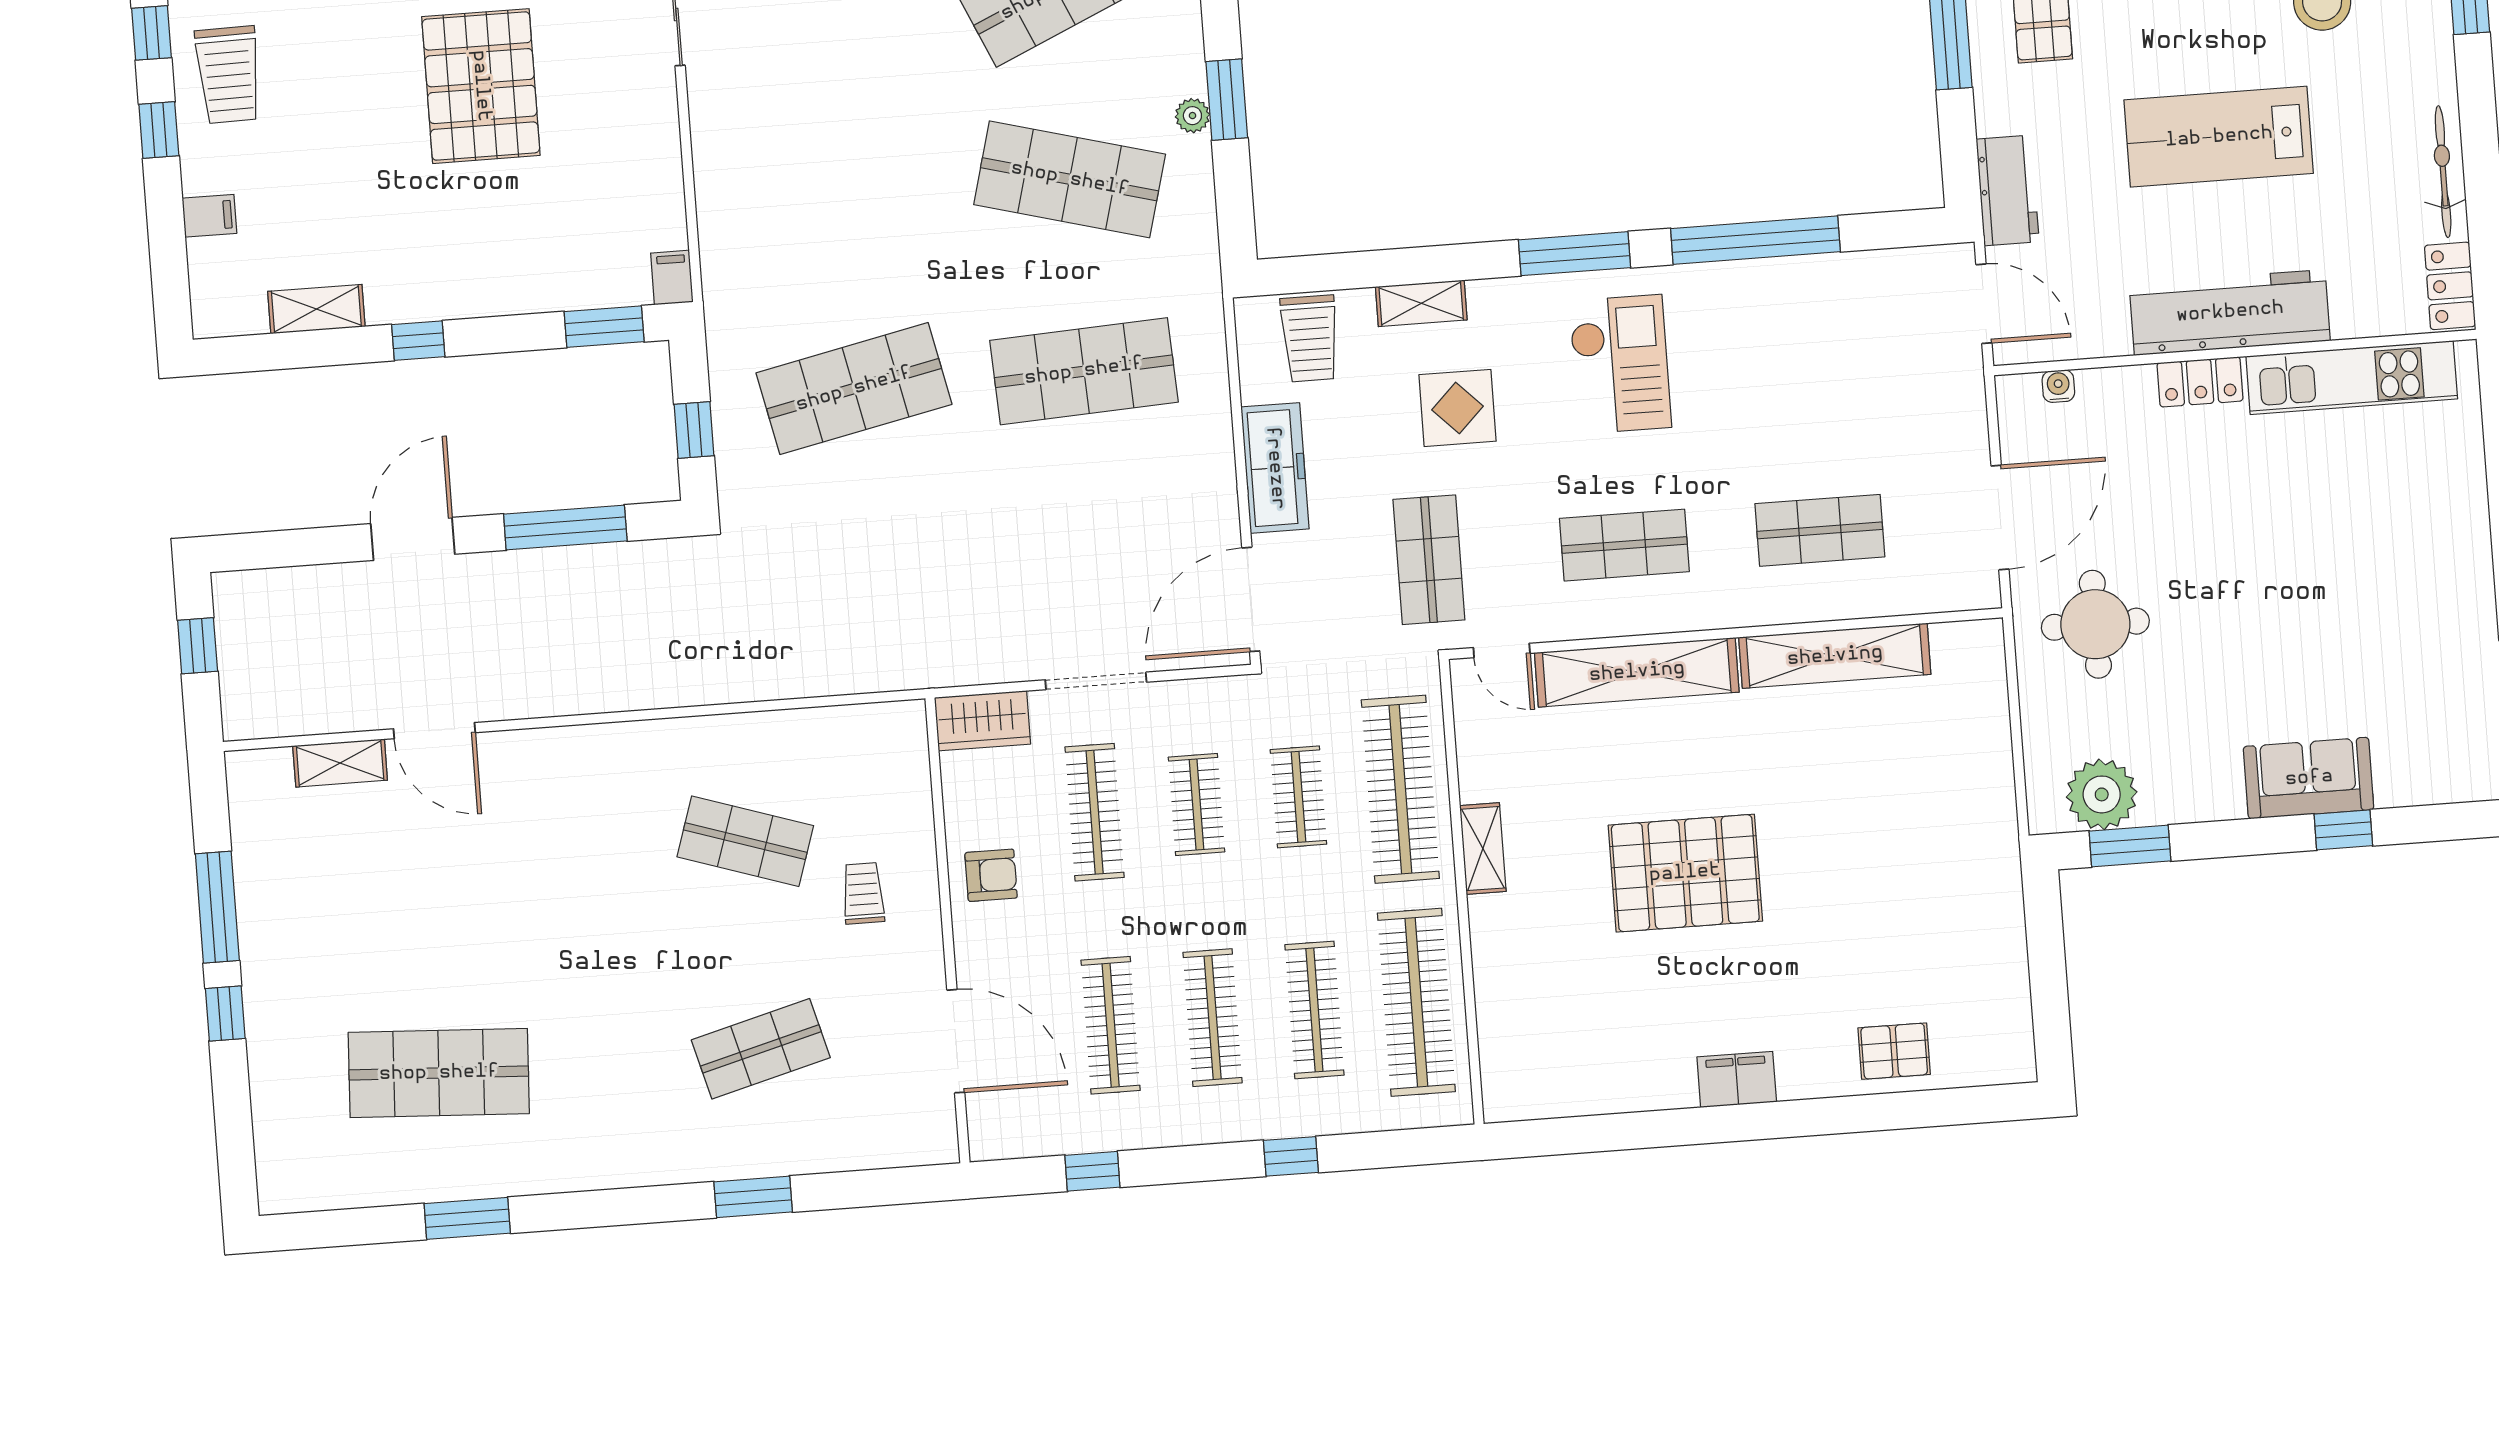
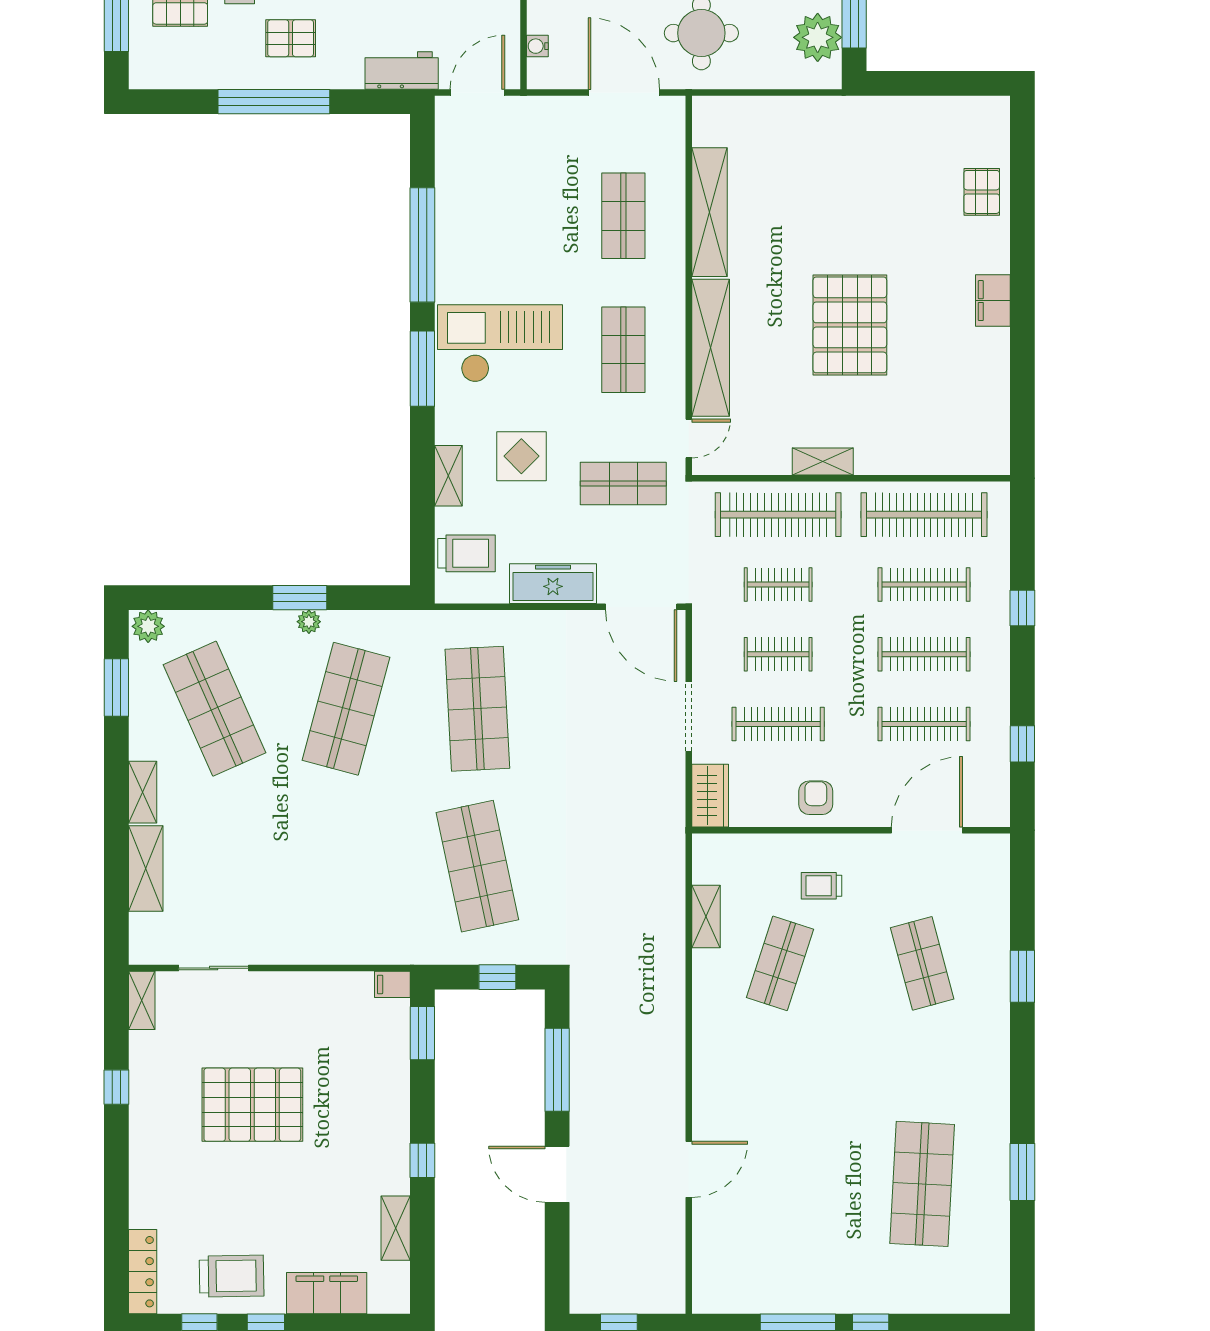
filing cabinet: (209, 216) -> (327, 1293), width x3.00, depth x1.17
checkout: (1620, 364) -> (500, 343), width x1.36, depth x1.21
shelving: (340, 763) -> (706, 916), moved

